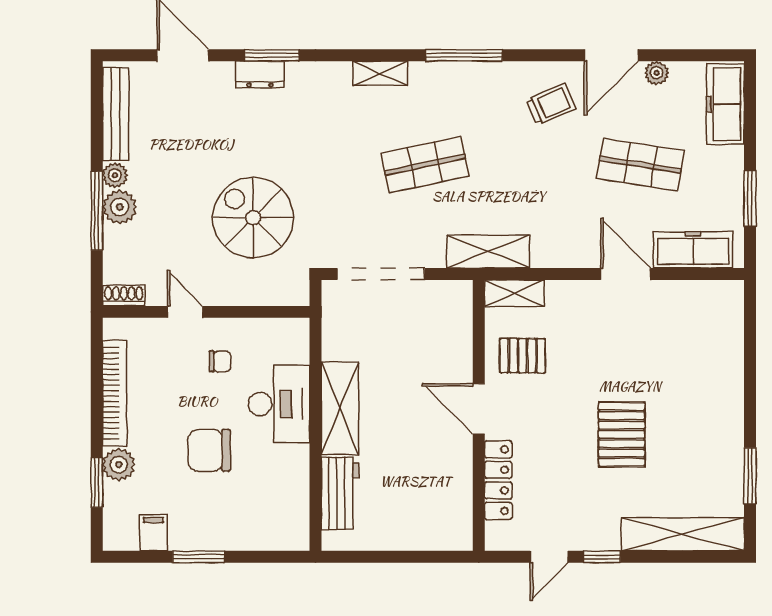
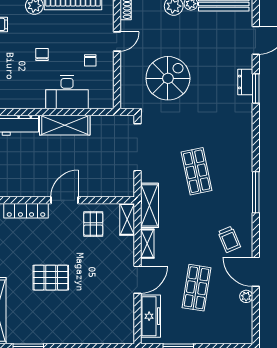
shelving: (380, 73) -> (147, 244), moved
freezer: (725, 104) -> (229, 334), removed
chair: (209, 450) -> (42, 55), width x0.54, depth x0.54

